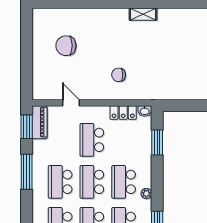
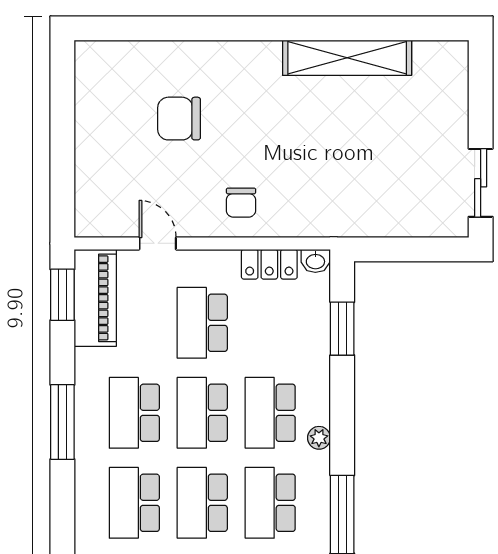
shelving: (143, 14) -> (347, 58), width x2.20, depth x1.33
chair: (66, 46) -> (179, 119), moved
chair: (119, 75) -> (241, 203), moved, turned -90
piano: (39, 122) -> (95, 298), width x1.37, depth x1.33
window: (27, 172) -> (62, 422), moved

